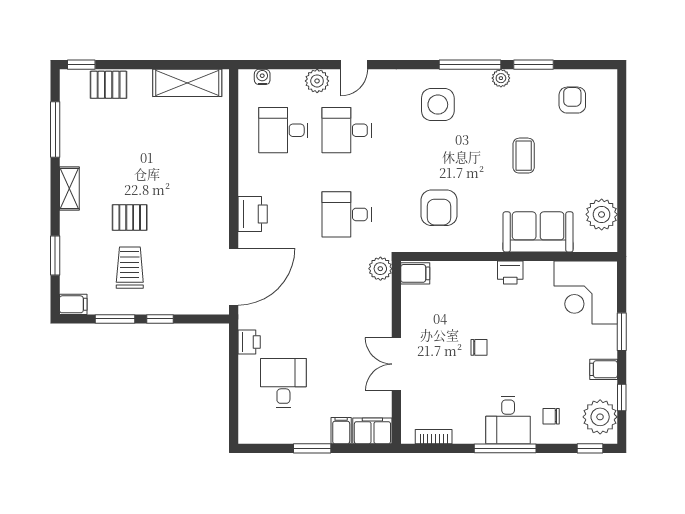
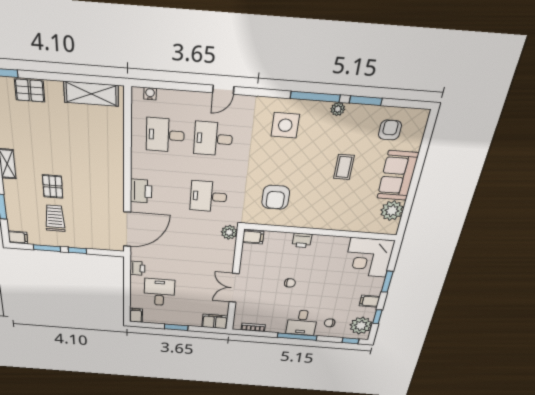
plant: (317, 81) -> (193, 100), removed
pallet: (130, 217) -> (53, 186), turned 90
sofa: (538, 232) -> (398, 176), moved, turned -90
printer: (510, 273) -> (302, 240), moved
filing cabinet: (341, 431) -> (136, 315), moved

